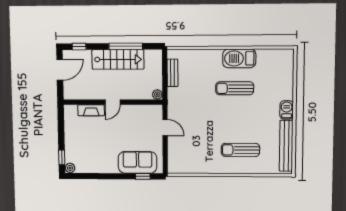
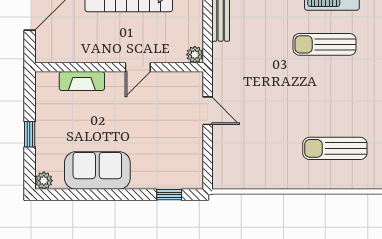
door: (113, 102) -> (138, 67), moved
window: (62, 157) -> (30, 134), moved
sofa: (138, 162) -> (97, 170), moved

